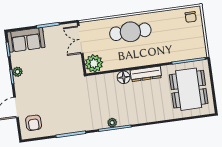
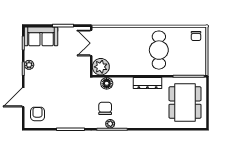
cafe table: (130, 32) -> (159, 50), moved, turned 90
floor lamp: (124, 77) -> (107, 83), moved
chair: (105, 107) -> (105, 108), added
armchair: (34, 123) -> (37, 114), turned 180

